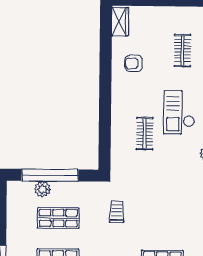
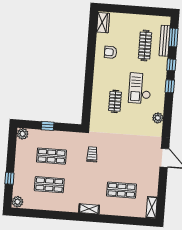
clothes rail: (182, 50) -> (145, 45), width x1.36
window: (50, 175) -> (48, 126), width x0.32
plant: (42, 189) -> (23, 134), moved

